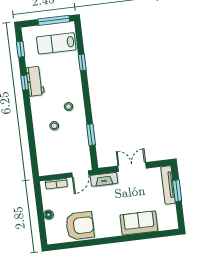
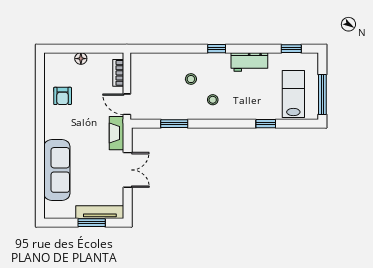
window: (25, 83) -> (217, 49), moved
sofa: (139, 223) -> (57, 170), width x1.36
armchair: (80, 226) -> (63, 96), width x0.53, depth x0.53

